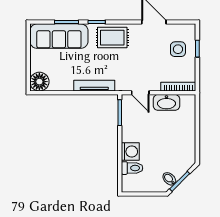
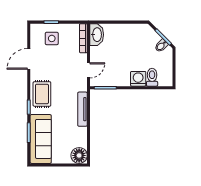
washbasin: (166, 102) -> (97, 35), moved

